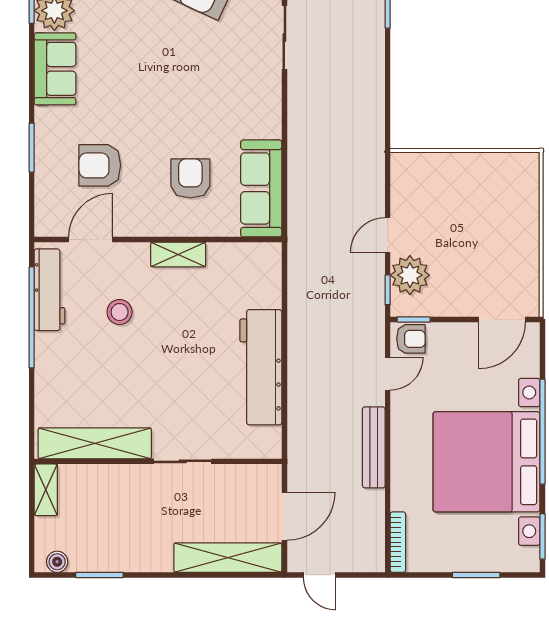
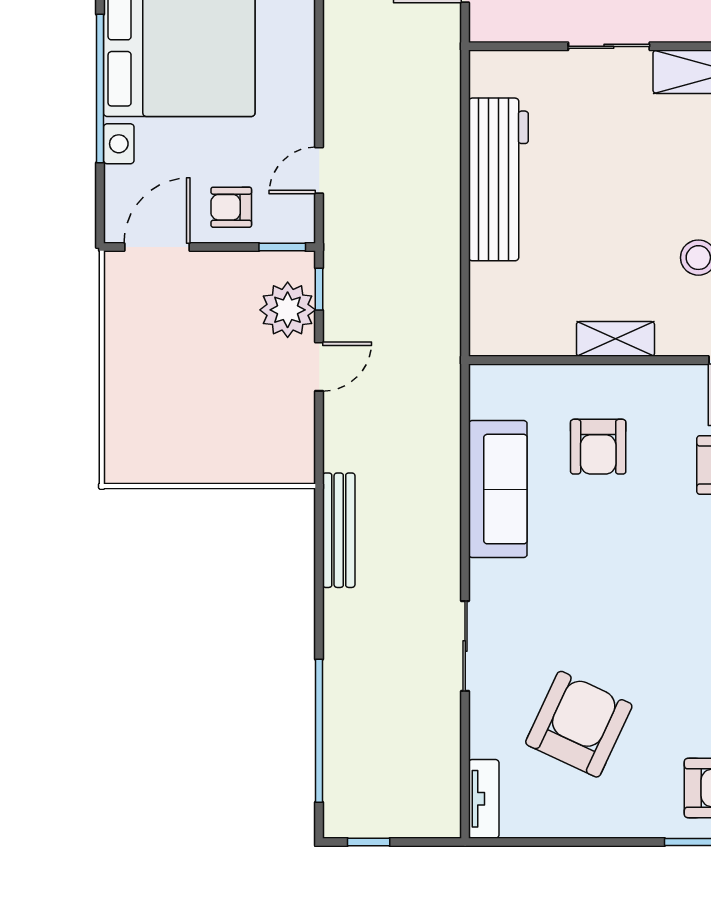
sofa: (261, 188) -> (498, 489), moved
armchair: (411, 339) -> (231, 207), moved
bench: (374, 447) -> (339, 530), moved

